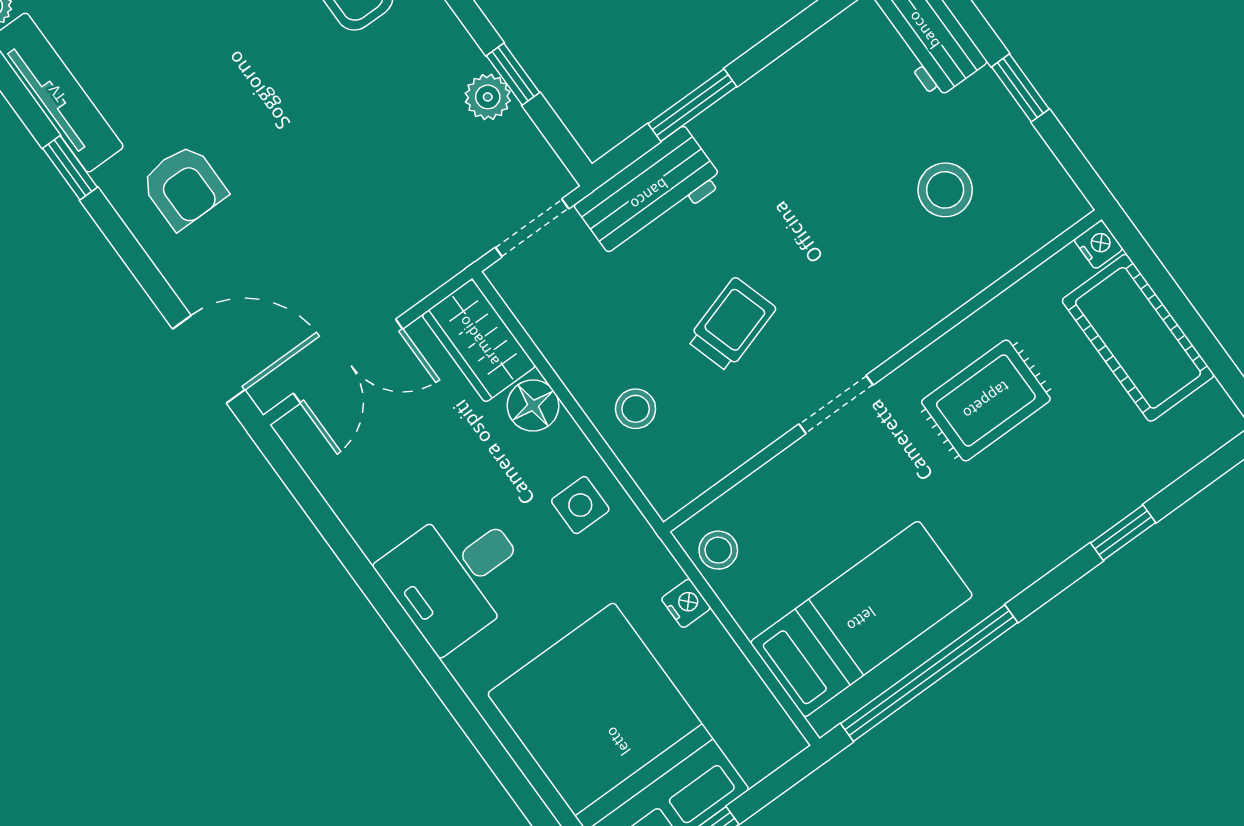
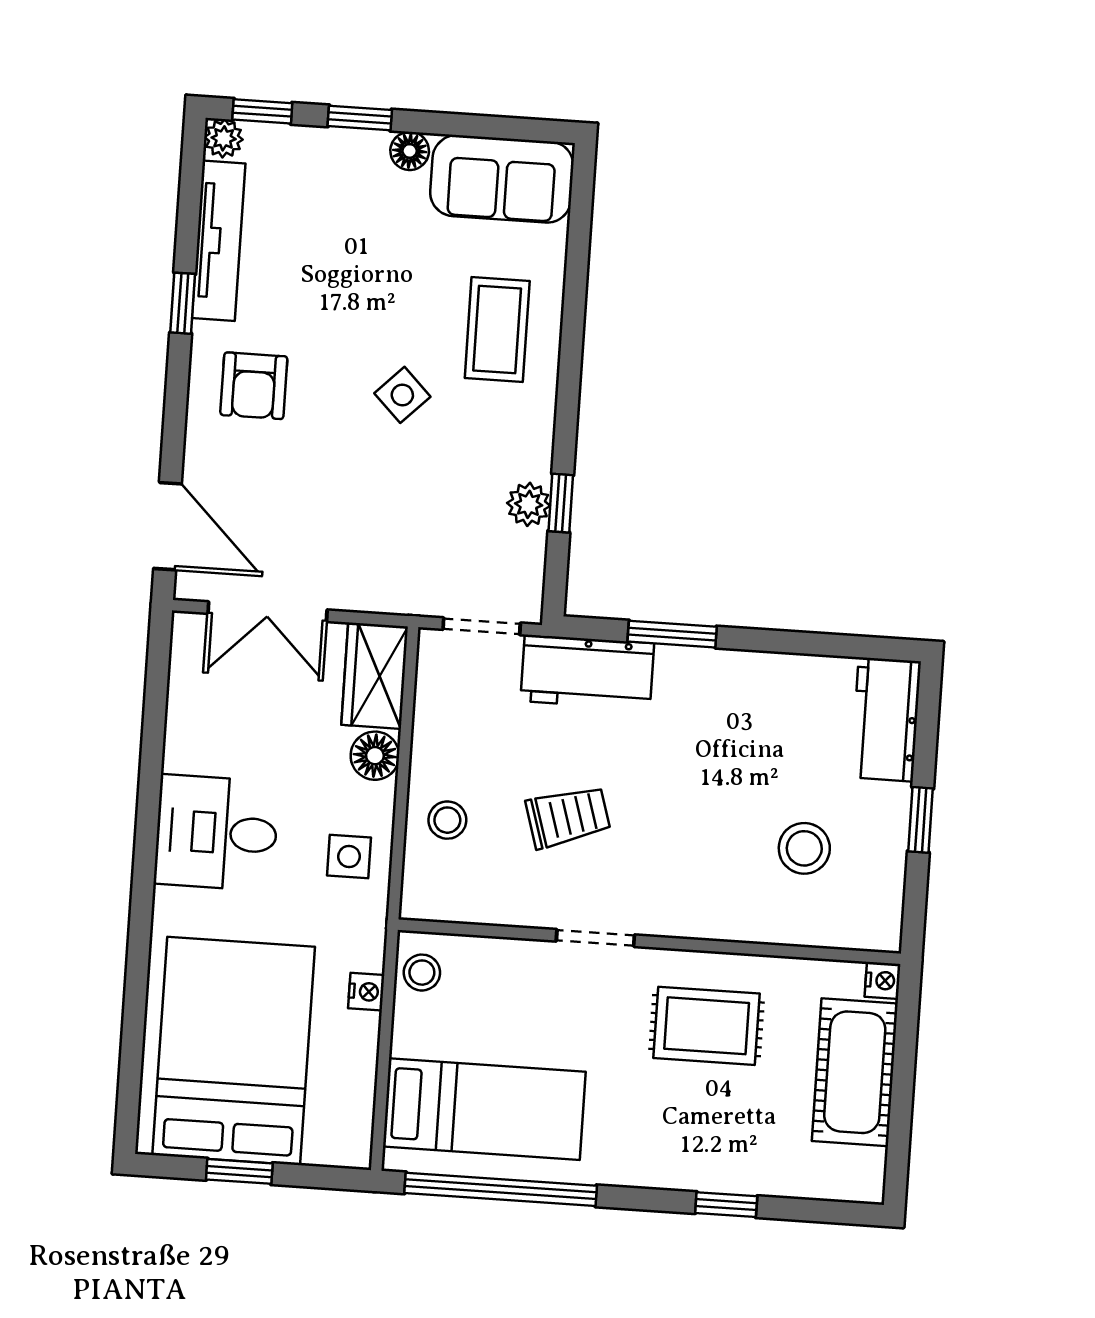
side table: (311, 93) -> (402, 395), added

